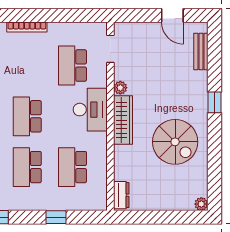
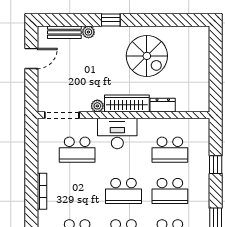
doorway: (110, 49) -> (62, 115), width x1.38
spiral stairs: (175, 142) -> (147, 56), turned 90
dresser: (121, 195) -> (163, 105), moved
plant: (201, 204) -> (88, 32), moved

